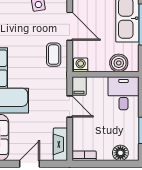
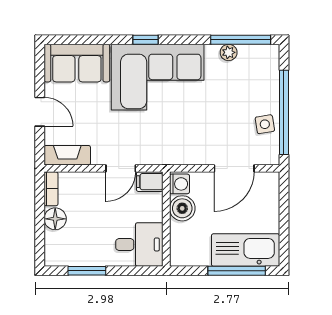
coffee table: (54, 55) -> (194, 146), removed
boiler: (119, 63) -> (182, 208), moved
floor lamp: (120, 153) -> (55, 219), moved

